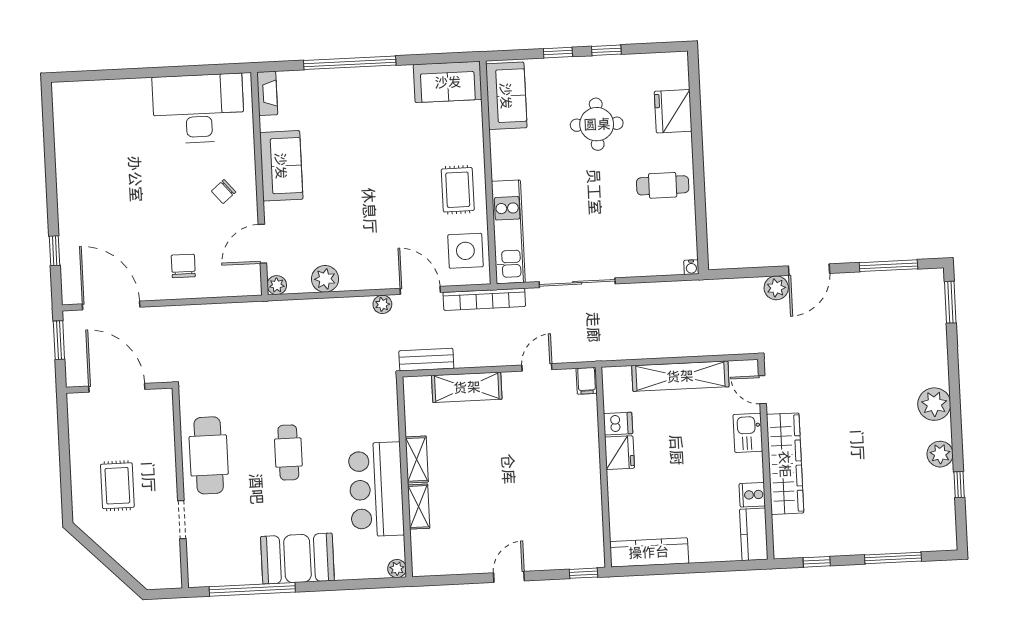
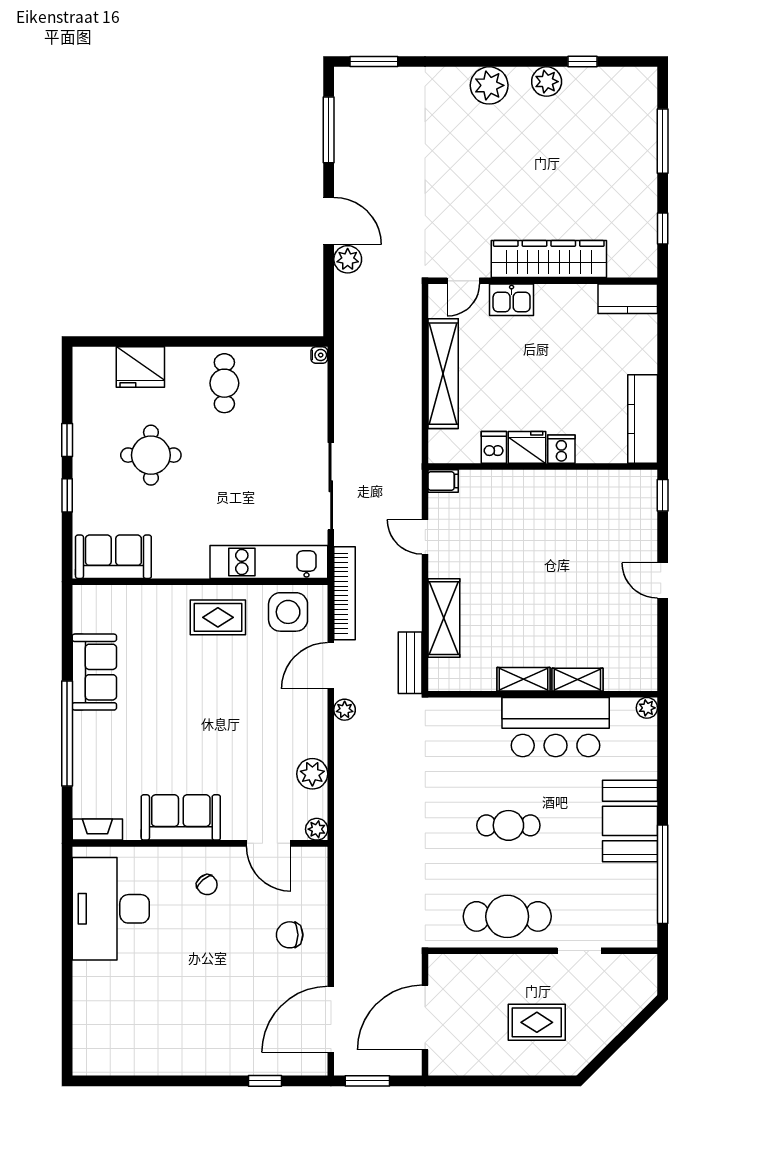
sofa: (448, 82) -> (94, 672), moved
cooker: (752, 495) -> (561, 449), moved, turned 180

